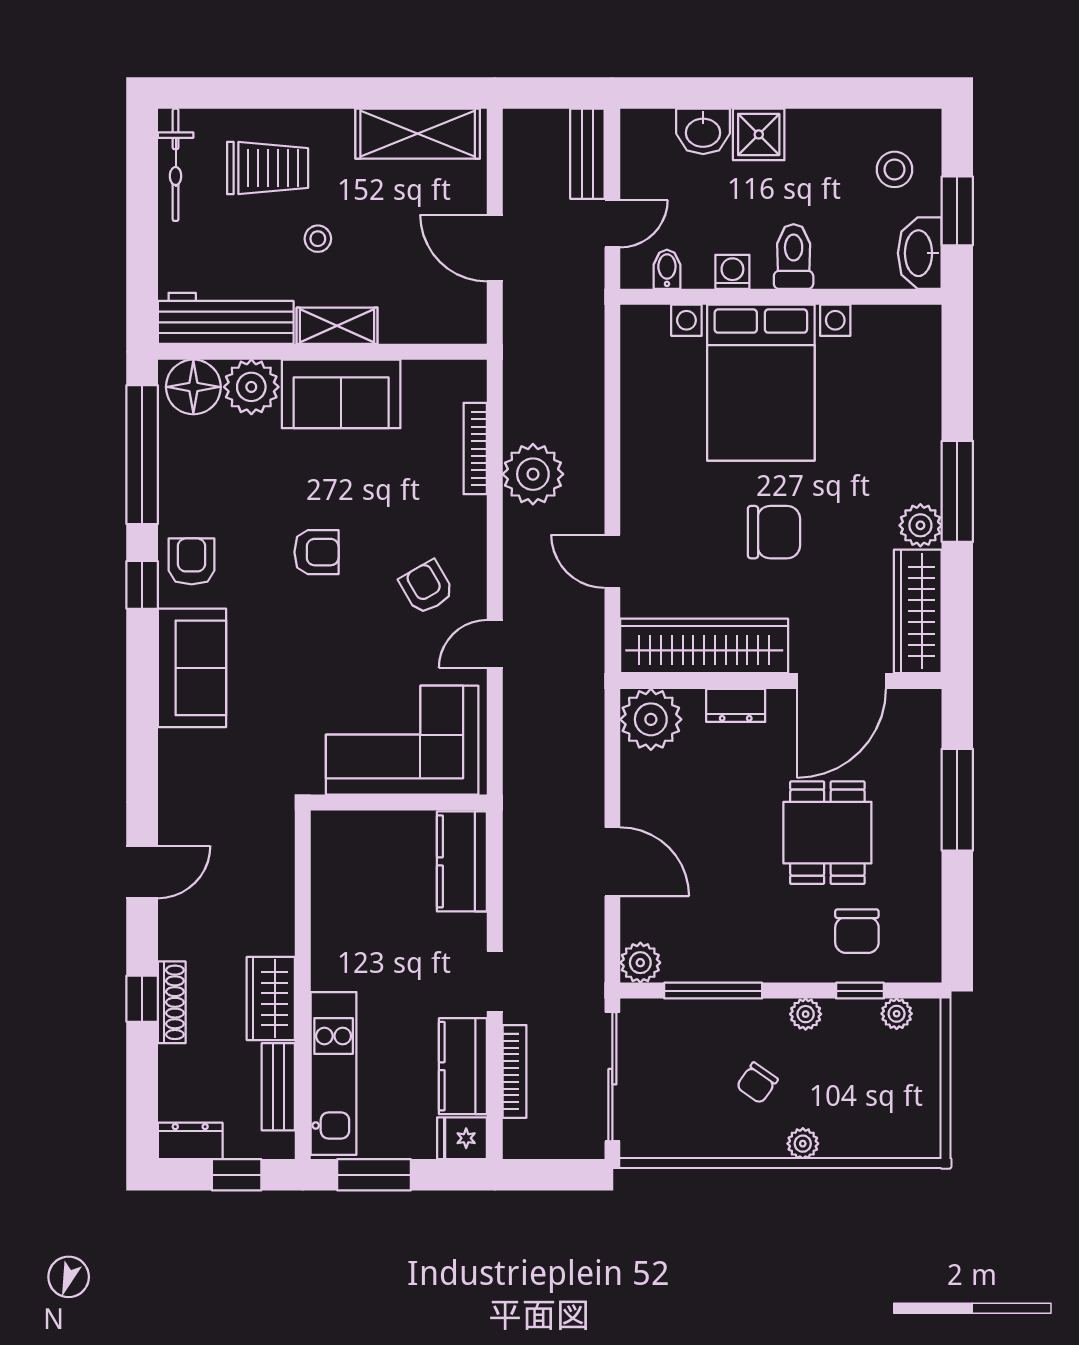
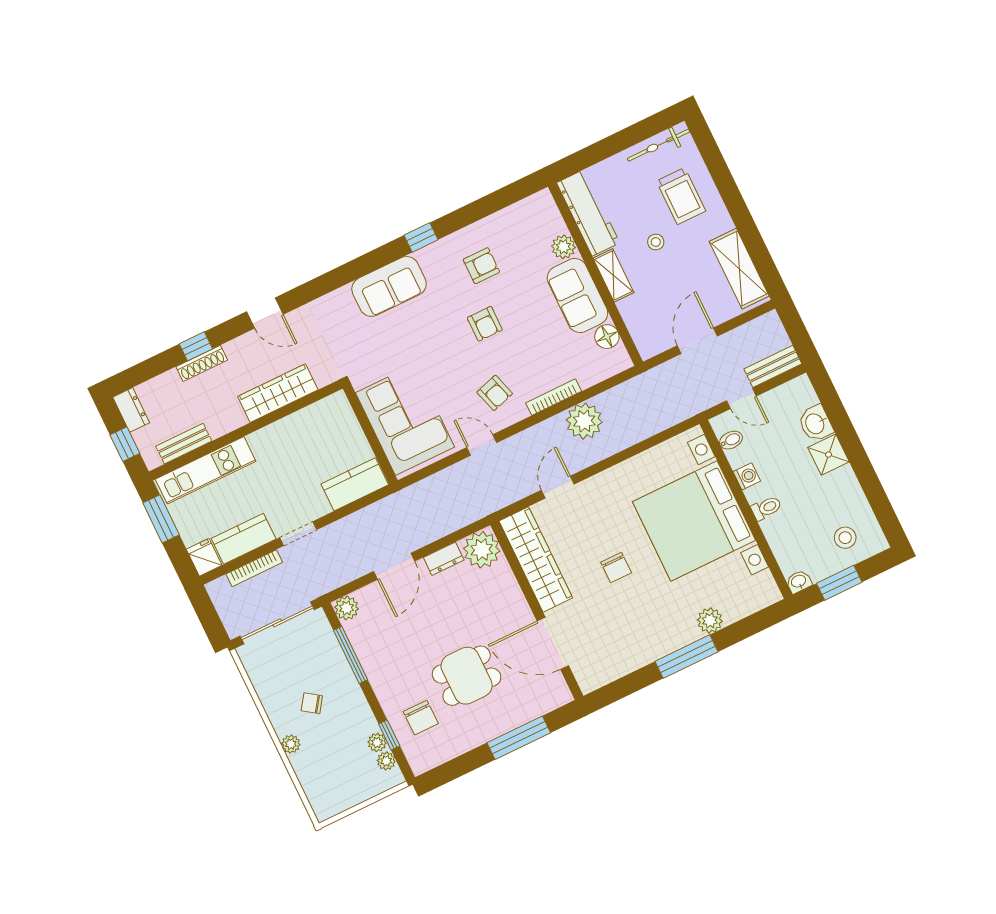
washbasin: (920, 253) -> (799, 582), width x0.52, depth x0.69
toilet: (794, 257) -> (766, 508), width x0.73, depth x0.72
bed with nightstands: (761, 383) -> (694, 521), width x1.36
floor lamp: (193, 387) -> (607, 337), moved, width x0.73, depth x0.73
plant: (251, 387) -> (563, 247), width x0.73, depth x0.73
bookcase: (475, 449) -> (554, 397), moved
window: (142, 455) -> (492, 203), removed
plant: (920, 525) -> (710, 620), moved
chair: (774, 532) -> (616, 567), width x0.73, depth x0.73
armchair: (192, 561) -> (481, 266), moved
armchair: (427, 587) -> (495, 393), turned 103
wardrobe: (918, 611) -> (611, 667), removed
dresser: (736, 705) -> (444, 559), moved, turned -90
chair: (857, 931) -> (421, 718), turned -90
wardrobe: (271, 999) -> (278, 393), moved, width x1.50
plant: (806, 1014) -> (377, 742), moved

